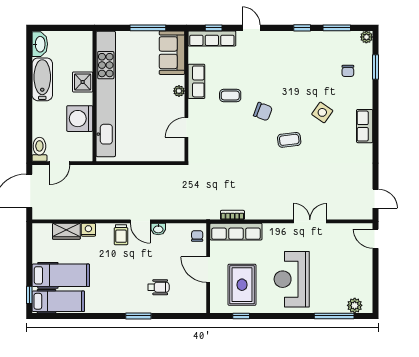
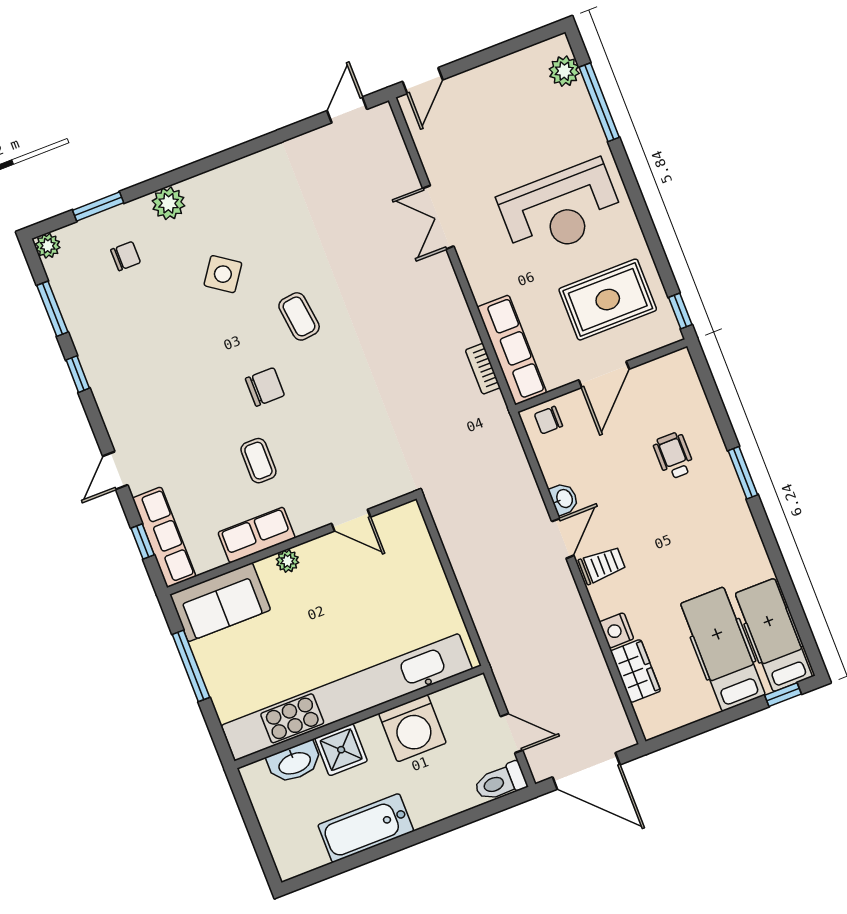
washbasin: (40, 44) -> (294, 762), moved, turned 180
plant: (364, 100) -> (168, 203), added
chair: (263, 112) -> (265, 387), turned 69
row of seats: (365, 126) -> (218, 184), removed
window: (241, 316) -> (680, 311), moved

